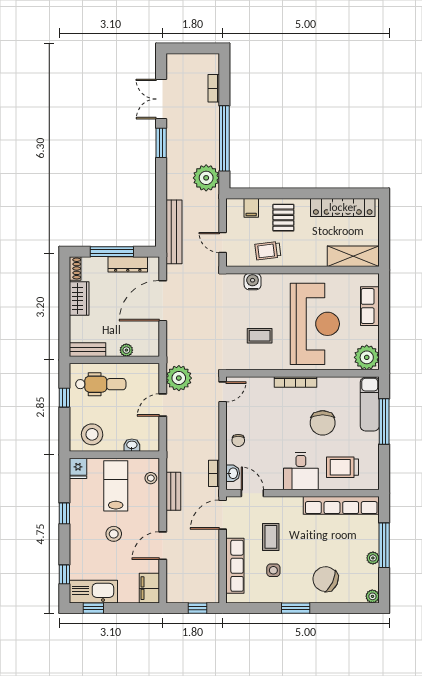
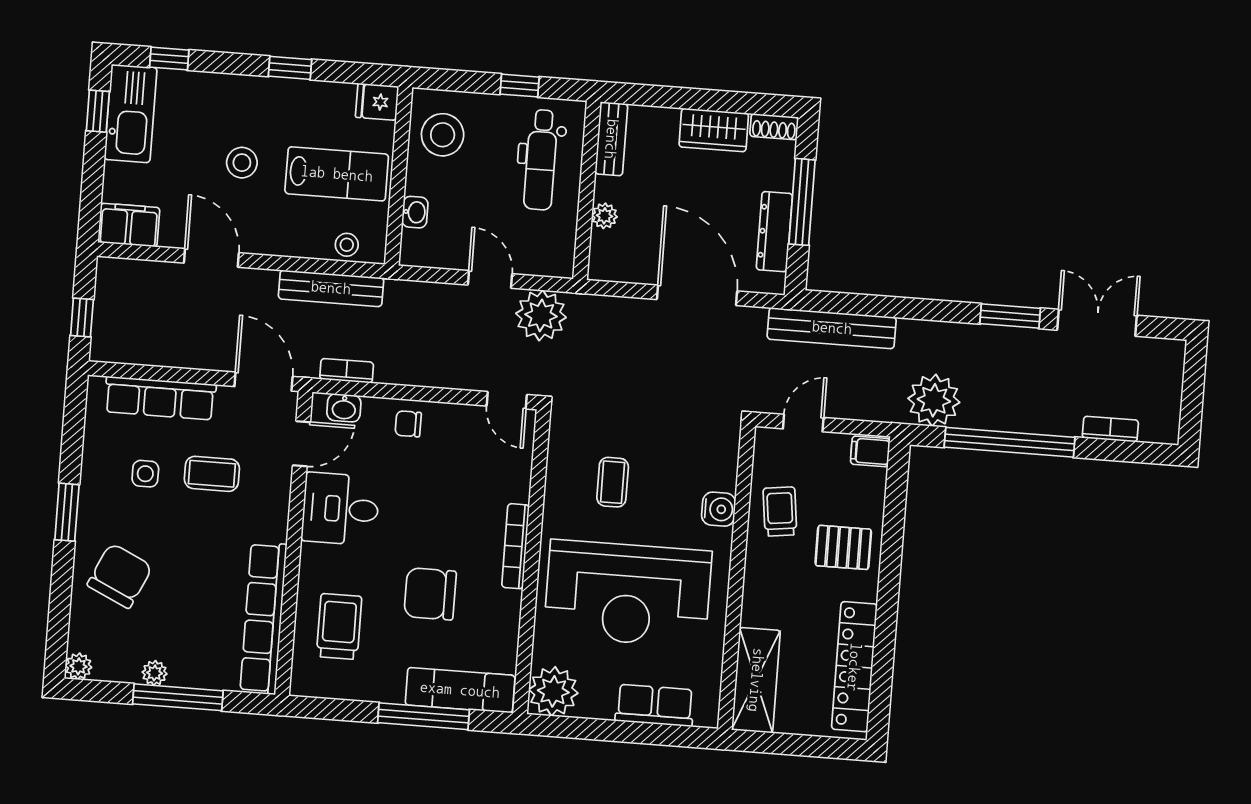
filing cabinet: (251, 208) -> (870, 451), moved
water cooler: (253, 282) -> (719, 509), moved
desk: (301, 471) -> (341, 509), moved
bench: (173, 491) -> (331, 288), width x1.36

